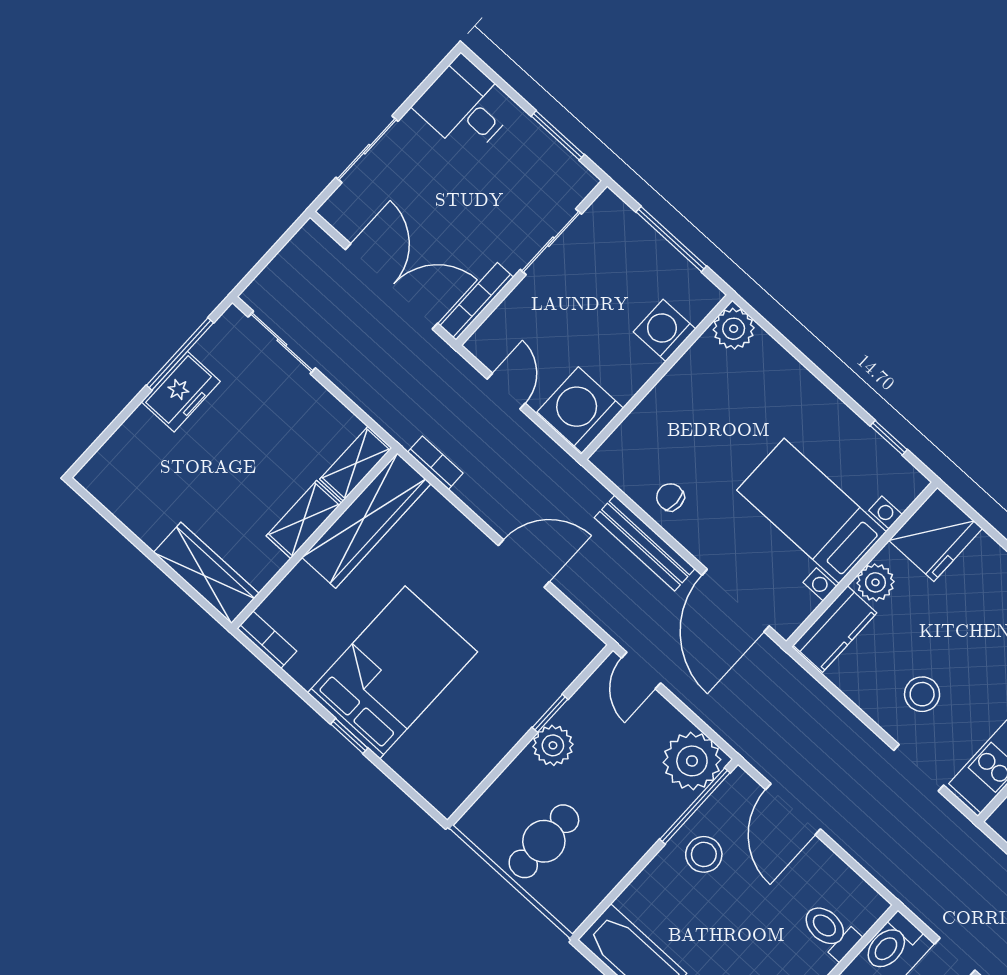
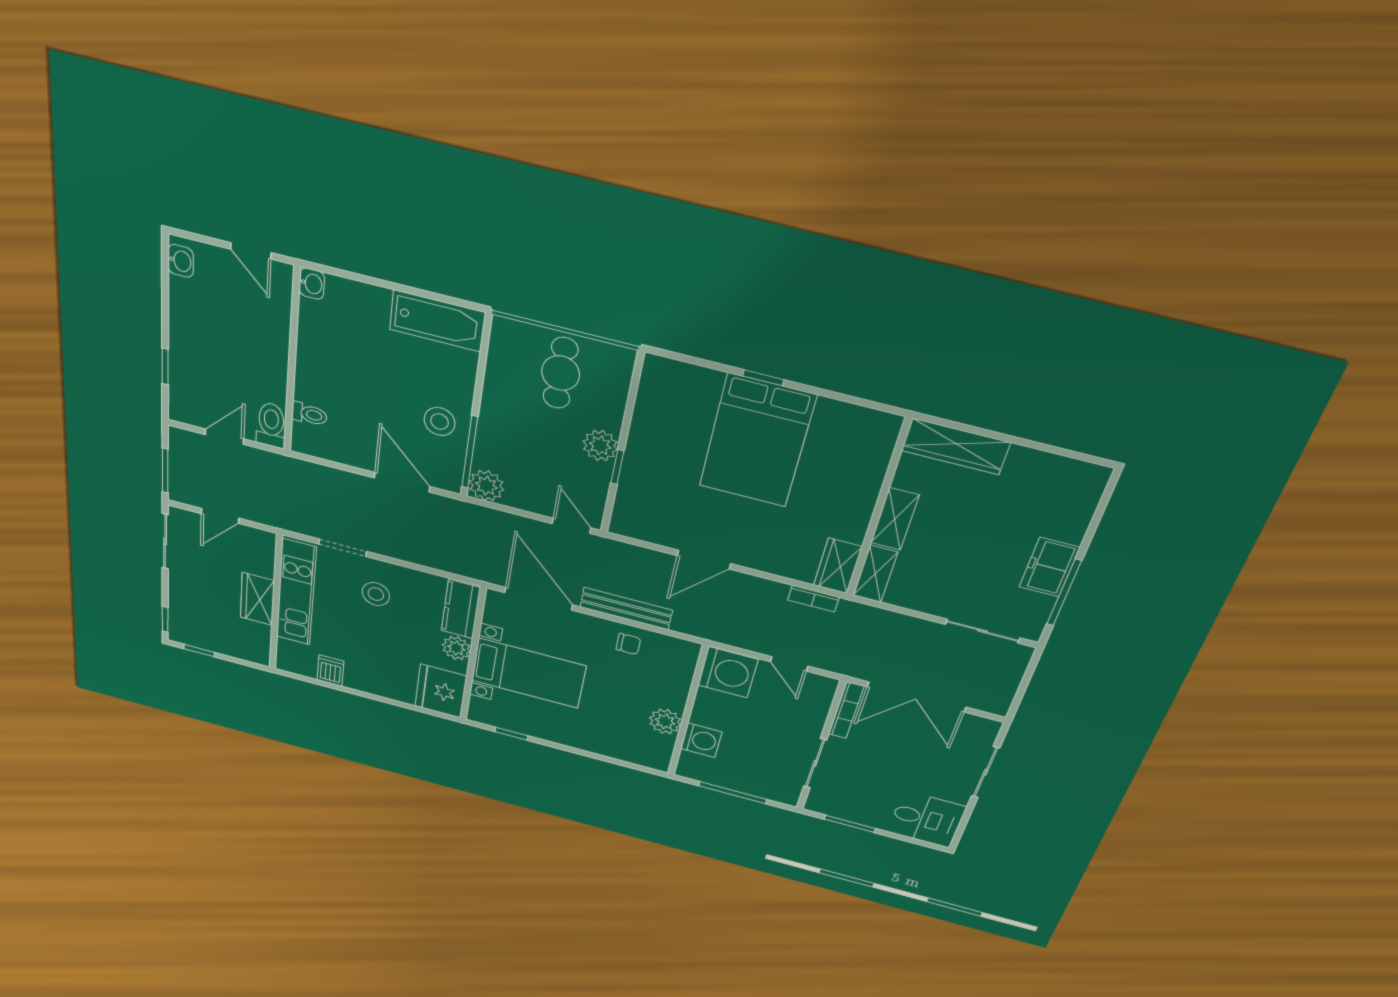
plant: (734, 329) -> (665, 721), moved
wardrobe: (366, 521) -> (838, 566), width x0.48, depth x0.85
bookcase: (267, 640) -> (875, 419), removed
plant: (692, 761) -> (486, 486), width x0.73, depth x0.73
toilet: (830, 931) -> (309, 414), width x0.73, depth x0.72

